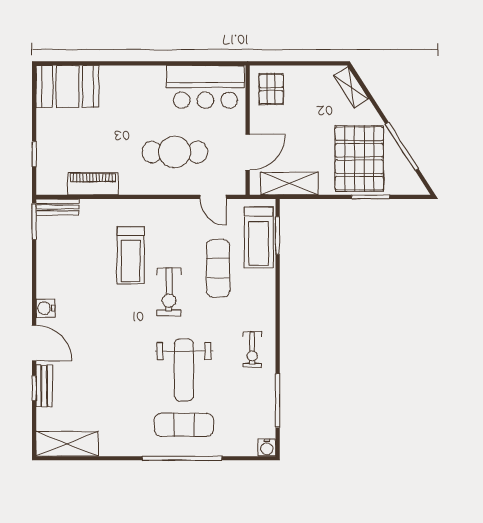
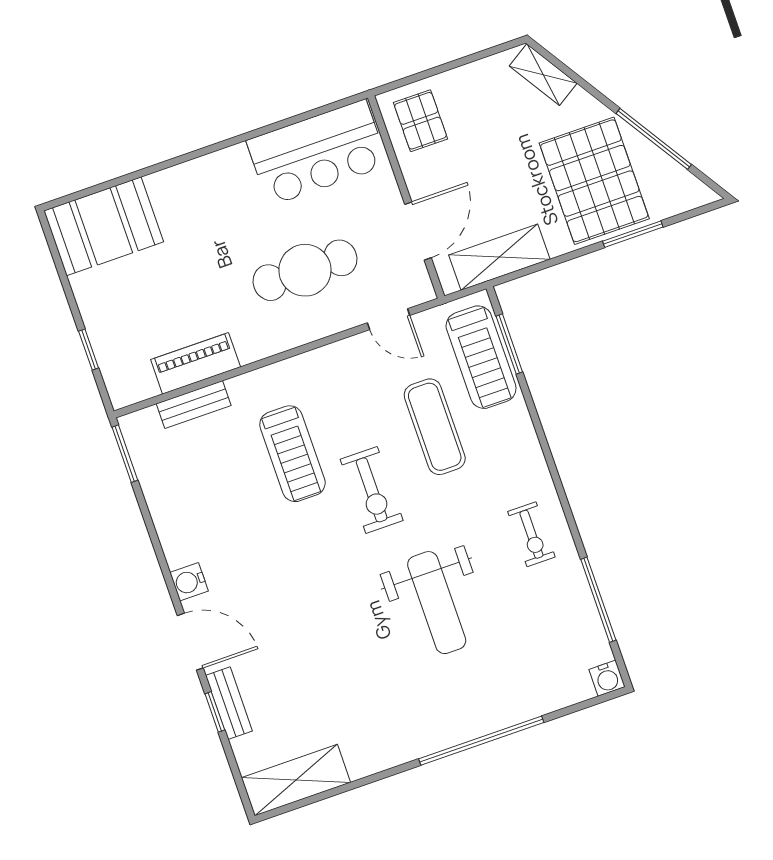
bench: (58, 207) -> (194, 405), moved
exercise mat: (184, 425) -> (466, 688), removed

